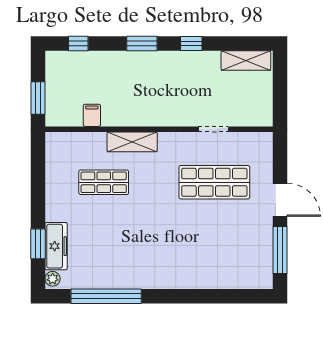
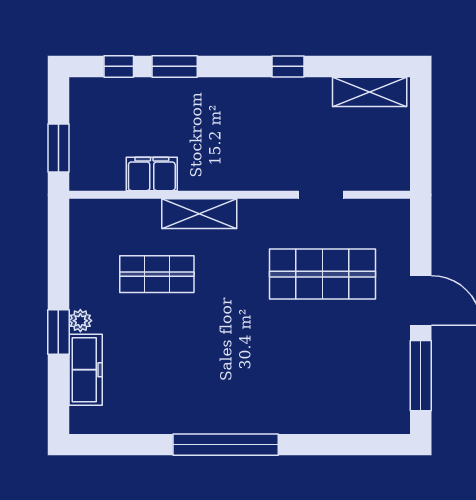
window: (142, 44) -> (175, 66), moved
filing cabinet: (92, 115) -> (152, 174), width x2.00
window: (38, 244) -> (58, 332), moved
plant: (53, 279) -> (80, 321), moved
window: (106, 296) -> (226, 445), moved

